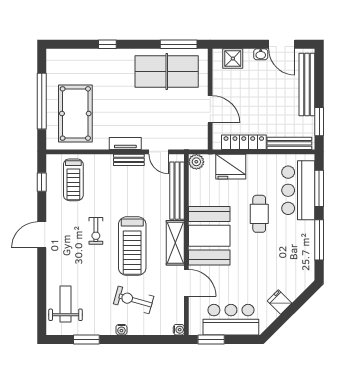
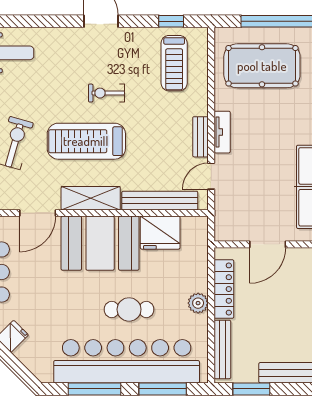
plant: (196, 162) -> (198, 303), moved
fridge: (231, 167) -> (160, 233), moved, turned -90
treadmill: (73, 180) -> (174, 63), turned -90
bar counter: (298, 190) -> (127, 361), width x1.86

